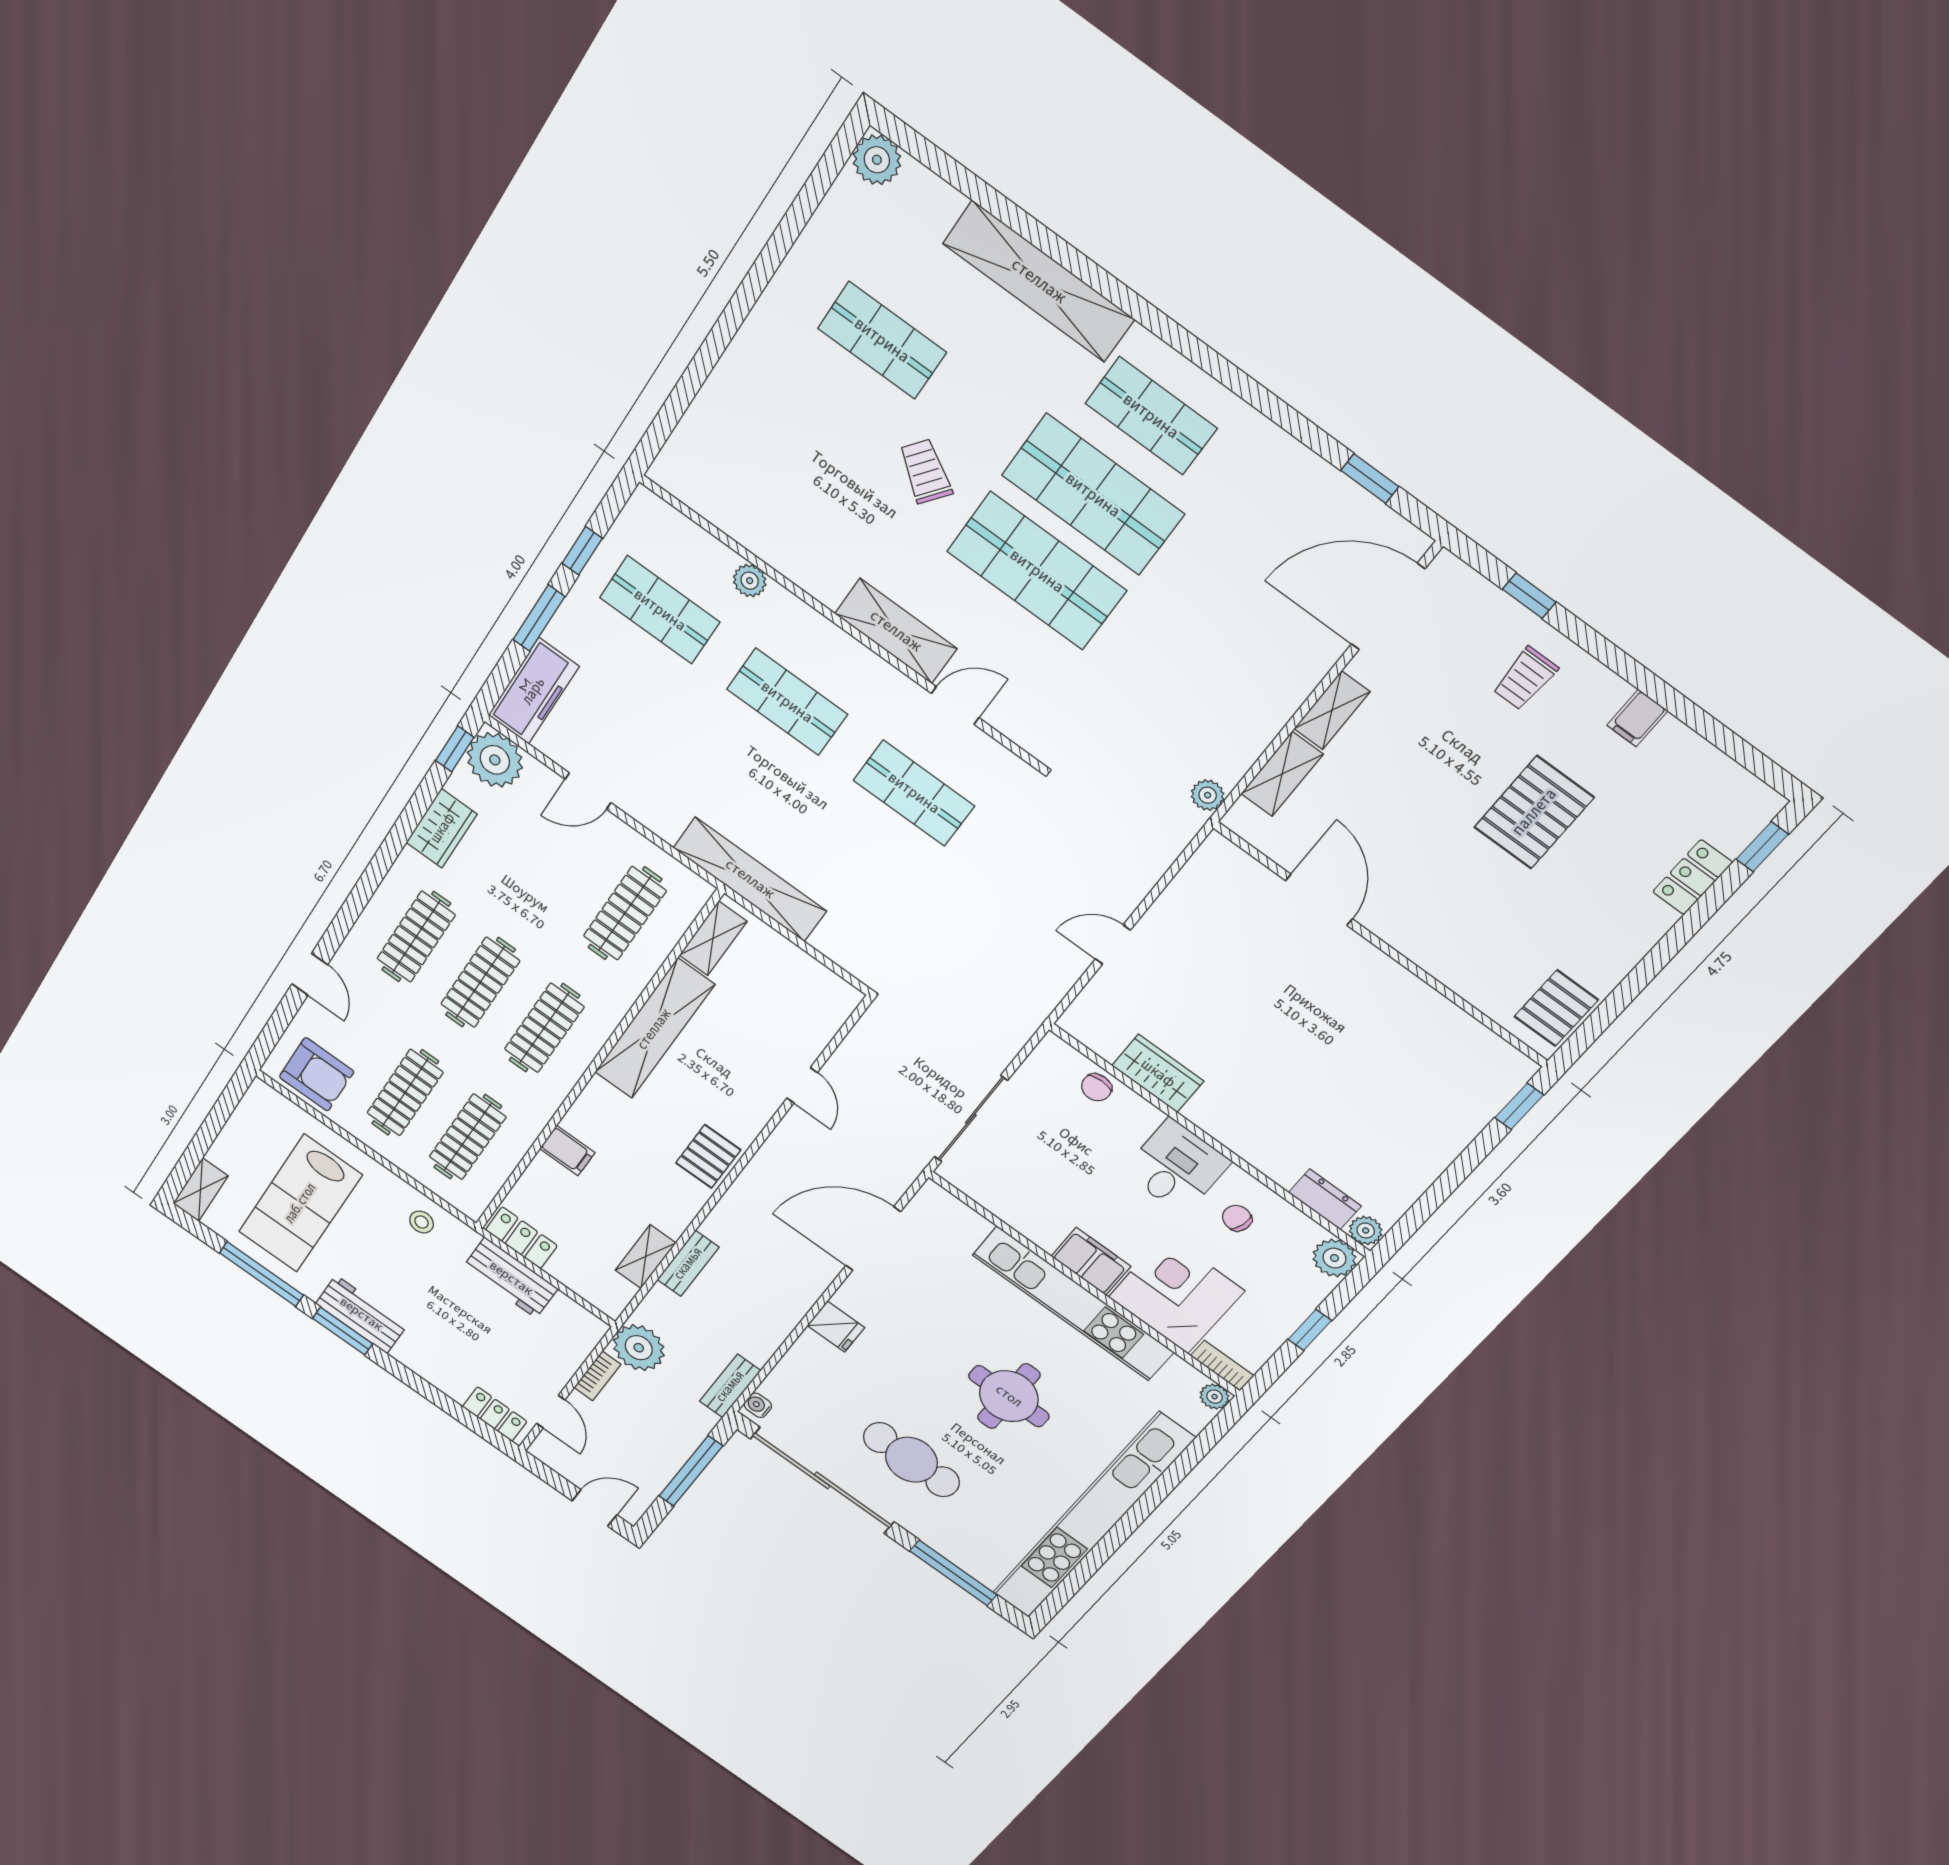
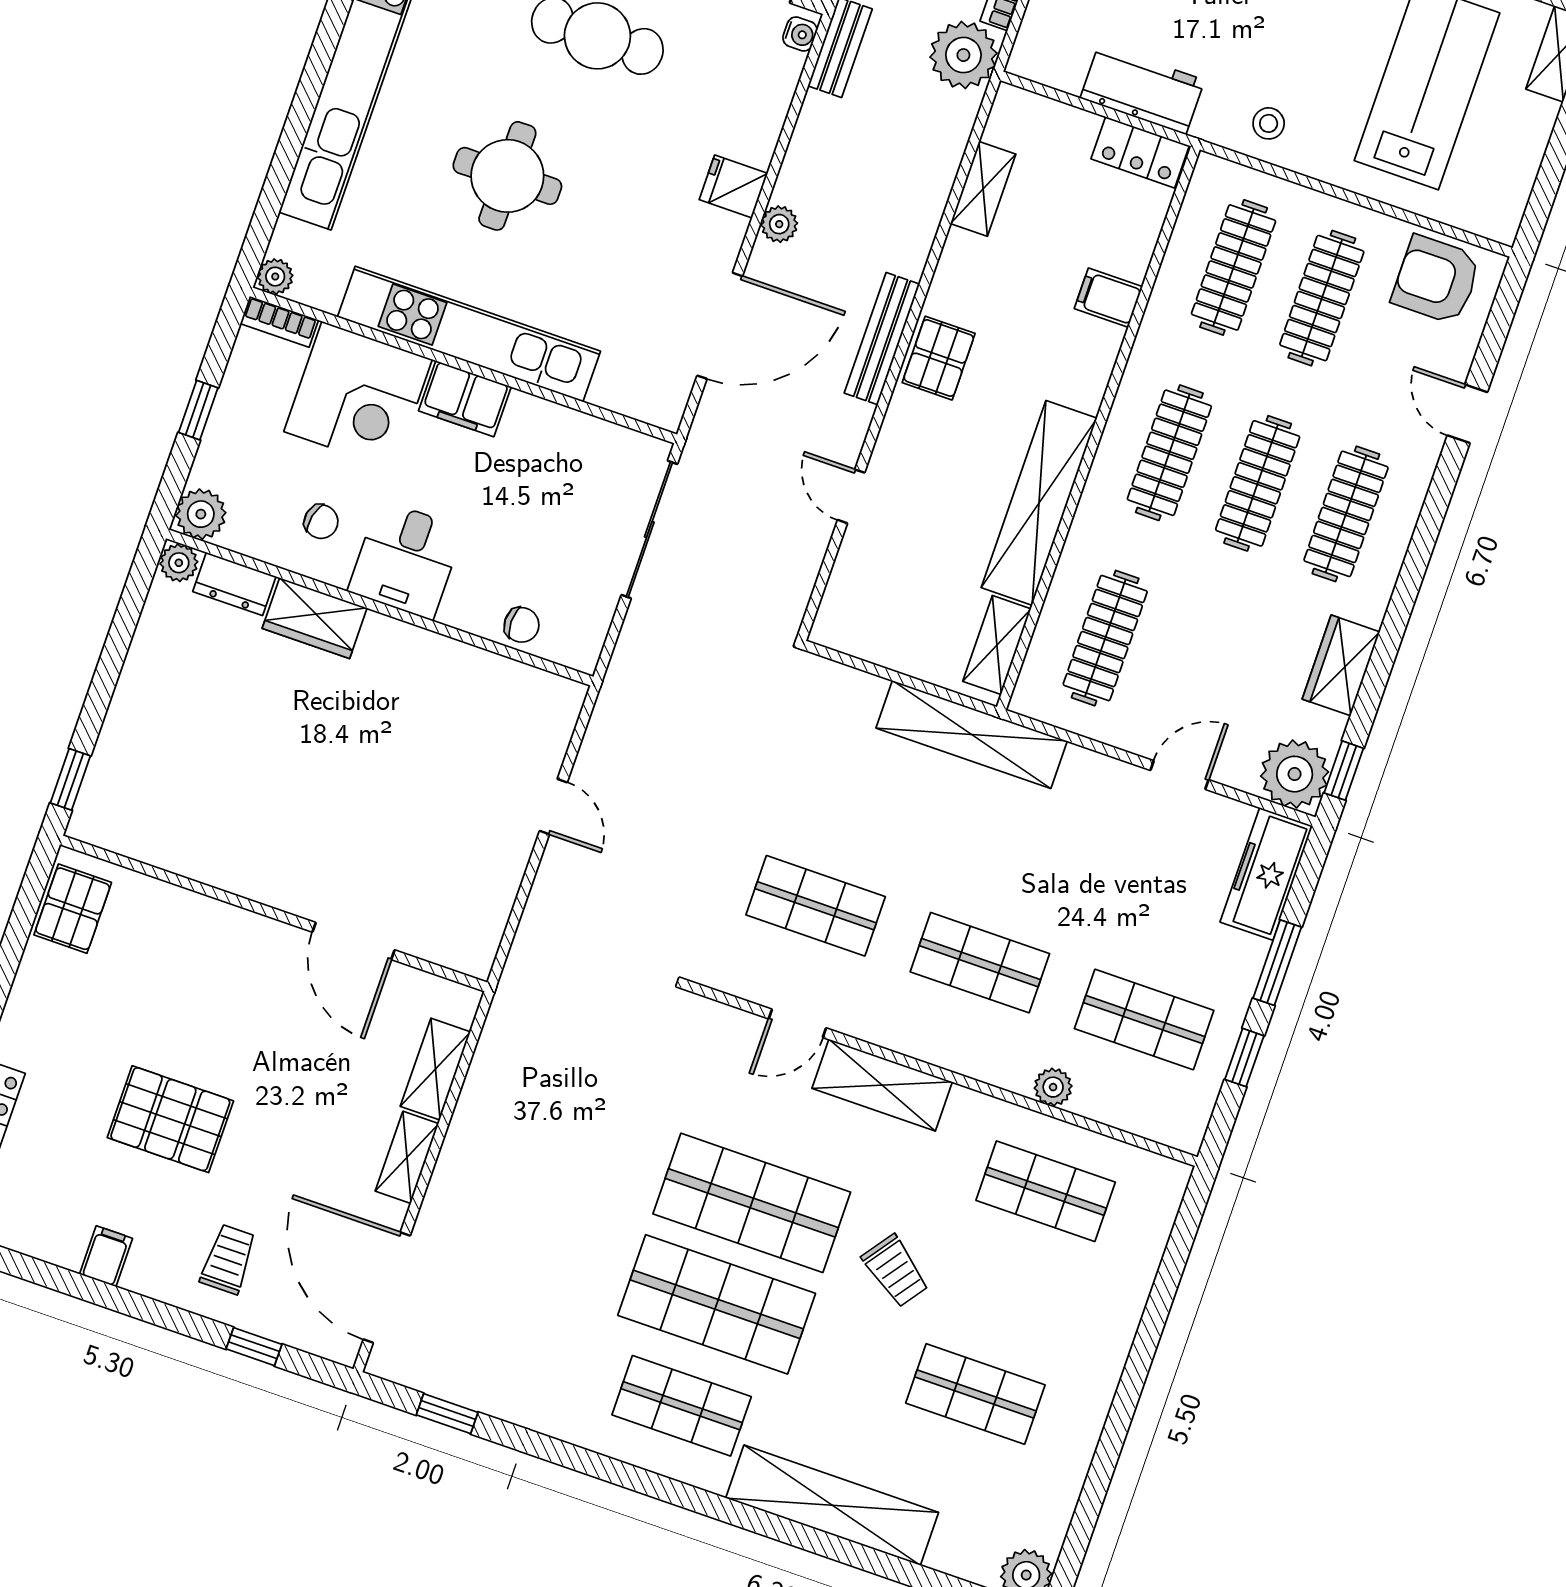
shop shelf: (777, 496) -> (1046, 1191), added
door: (1388, 607) -> (387, 1288), swing flipped
plant: (1208, 795) -> (779, 224), moved
pallet: (1534, 812) -> (170, 1119), turned 90
door: (1113, 944) -> (553, 807), hinge flipped
wardrobe: (1158, 1073) -> (315, 618), moved
chair: (1096, 1087) -> (522, 625), turned 90
bench: (688, 1263) -> (882, 339), moved, width x1.36

